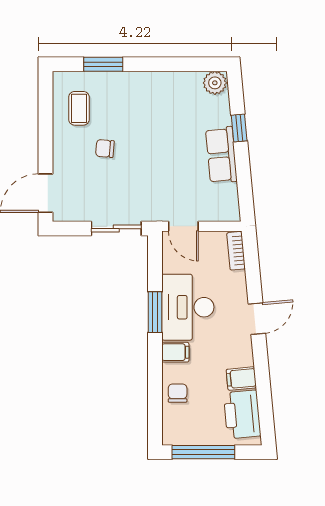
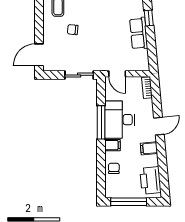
window: (155, 312) -> (101, 122), width x1.44
filing cabinet: (241, 379) -> (149, 148), moved

